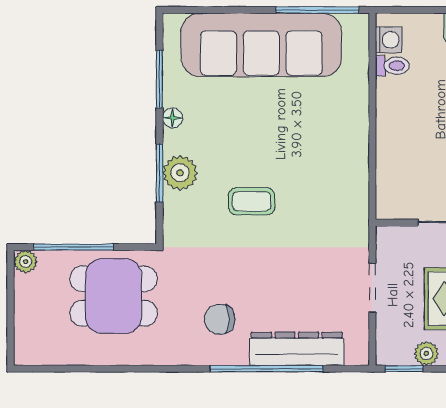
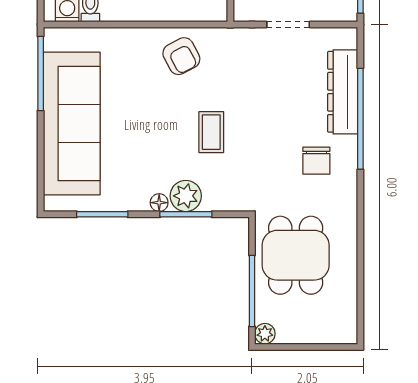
floor lamp: (173, 118) -> (159, 203), moved
armchair: (337, 168) -> (181, 56), added

